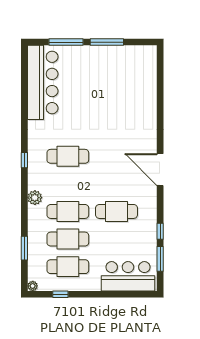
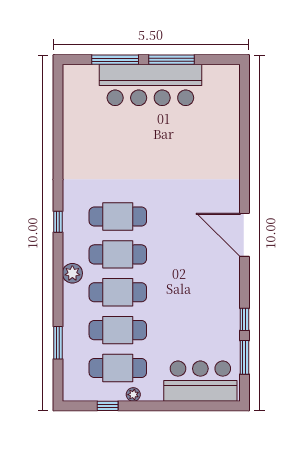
bar counter: (43, 82) -> (150, 85), moved, turned 90
cafe table: (117, 211) -> (118, 254), moved
plant: (33, 286) -> (133, 395), moved

